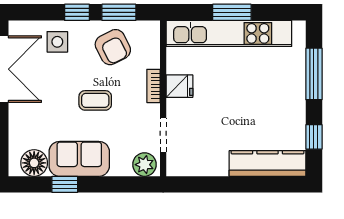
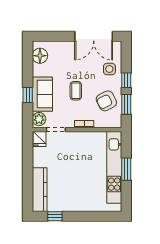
window: (314, 74) -> (91, 216), removed
fridge: (179, 86) -> (39, 139), moved
sofa: (79, 159) -> (42, 94), moved
window: (65, 184) -> (28, 95), moved

